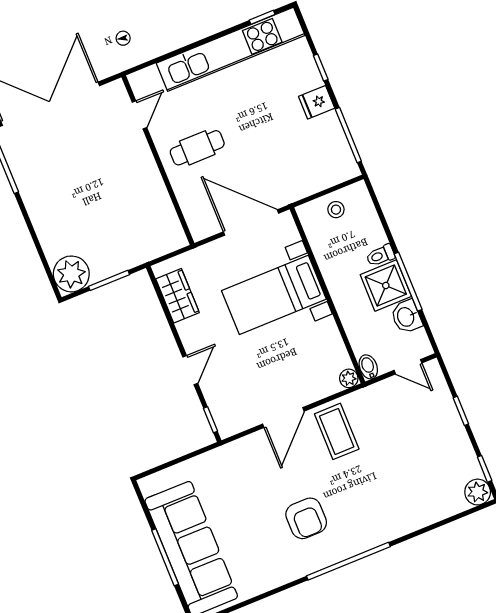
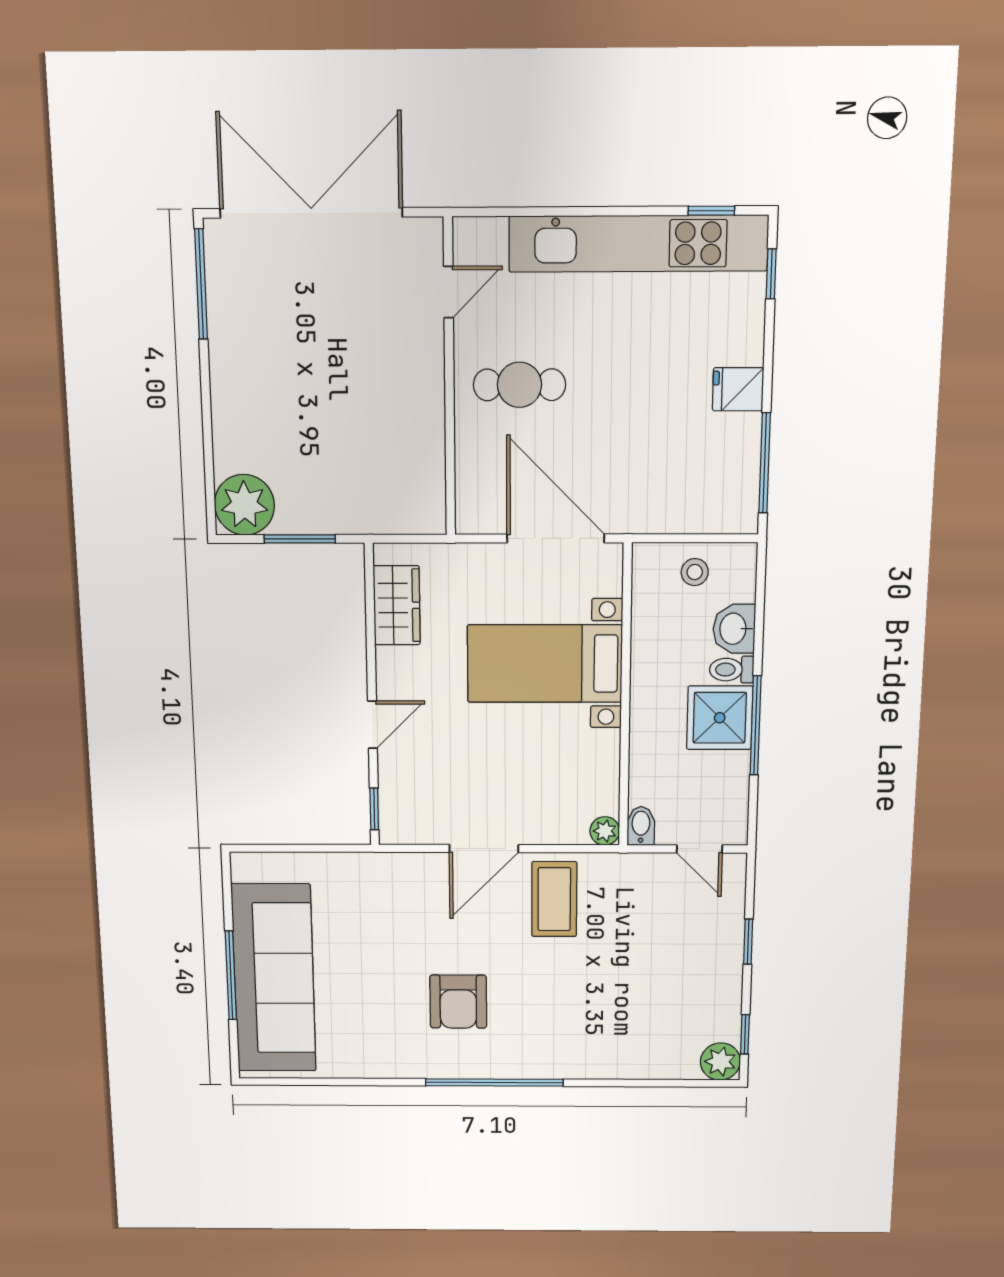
window: (321, 67) -> (771, 274), moved
washbasin: (406, 317) -> (734, 629), moved

